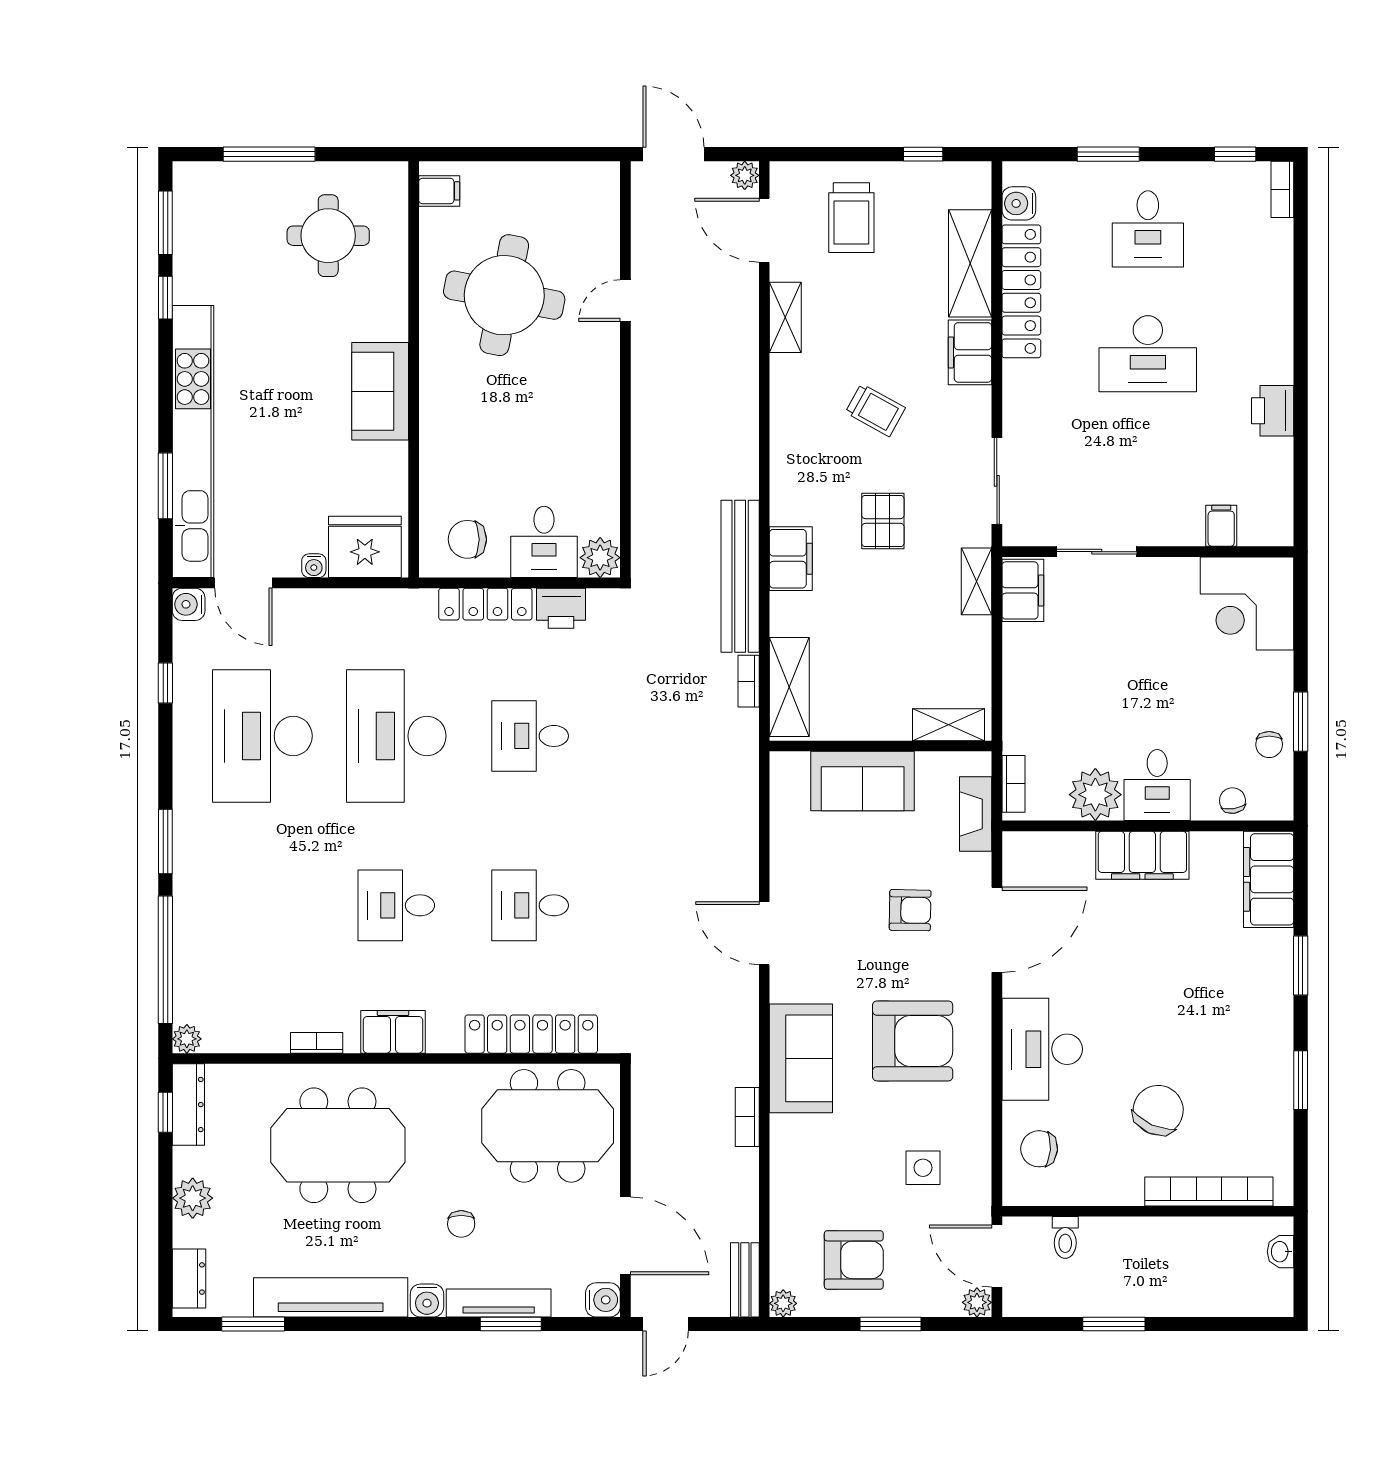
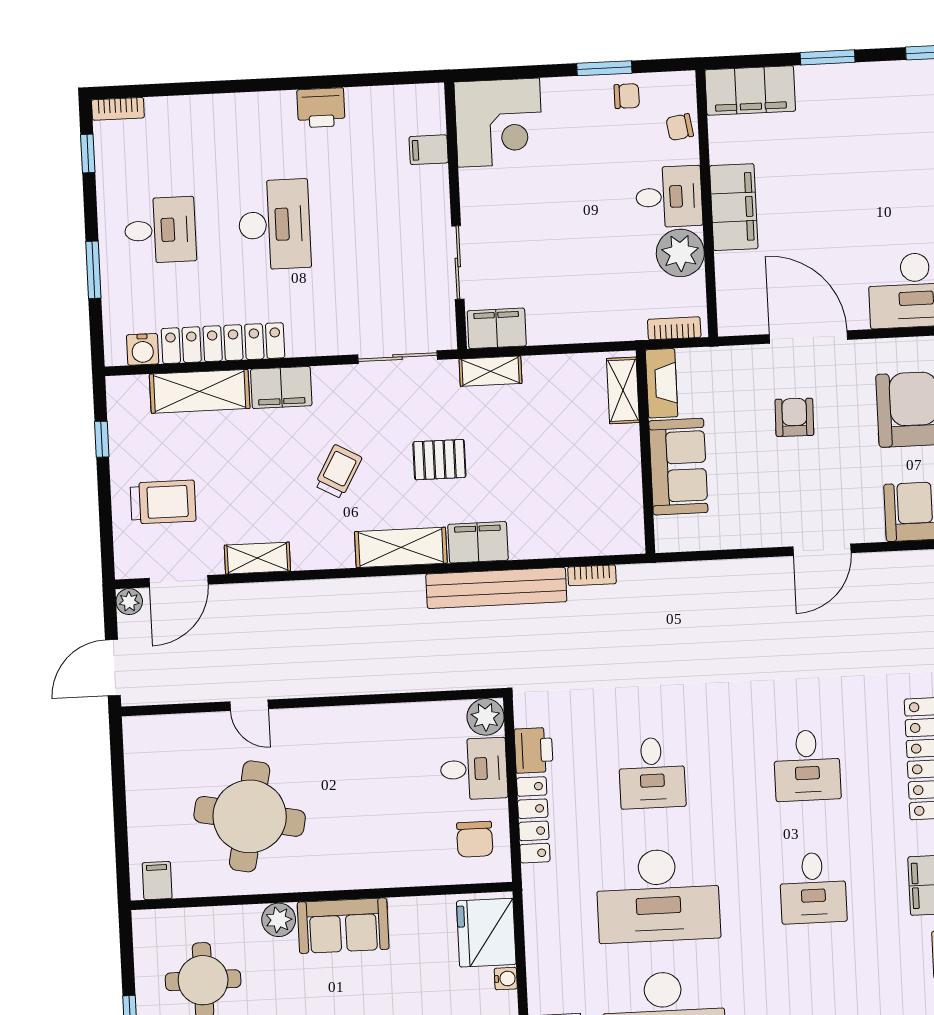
plant: (390, 321) -> (279, 920), added
shelving: (789, 687) -> (401, 547), moved
fireplace: (976, 814) -> (662, 383), moved, turned -90

